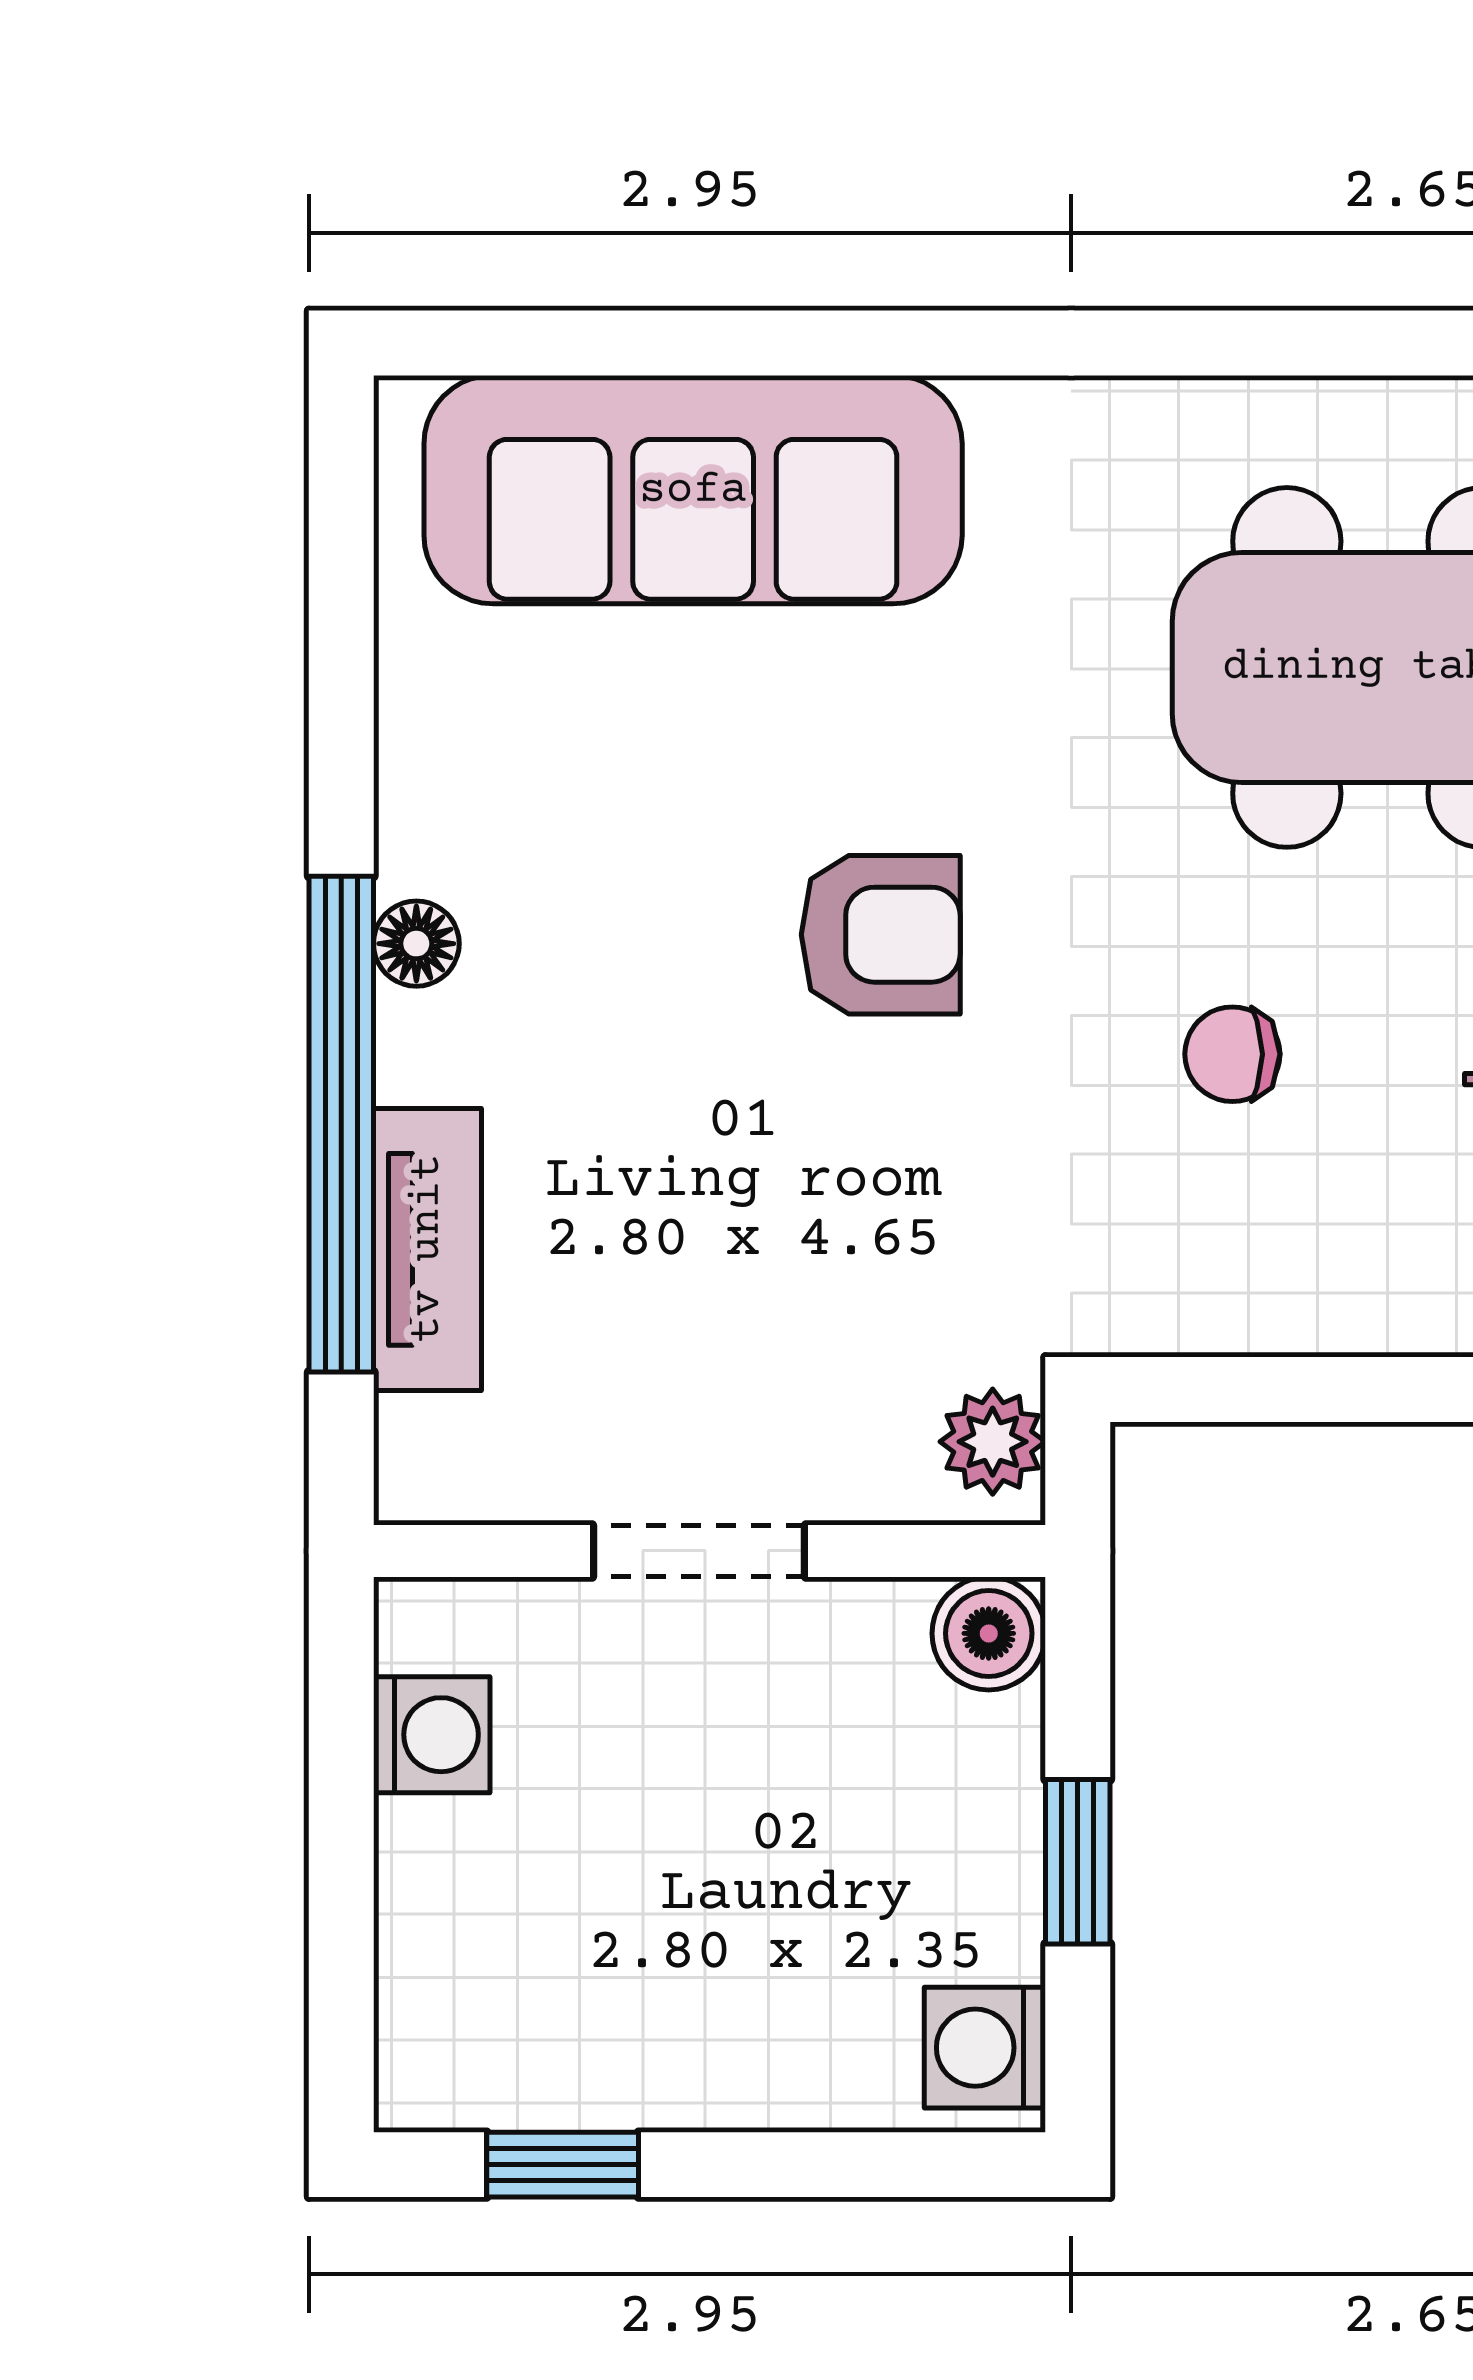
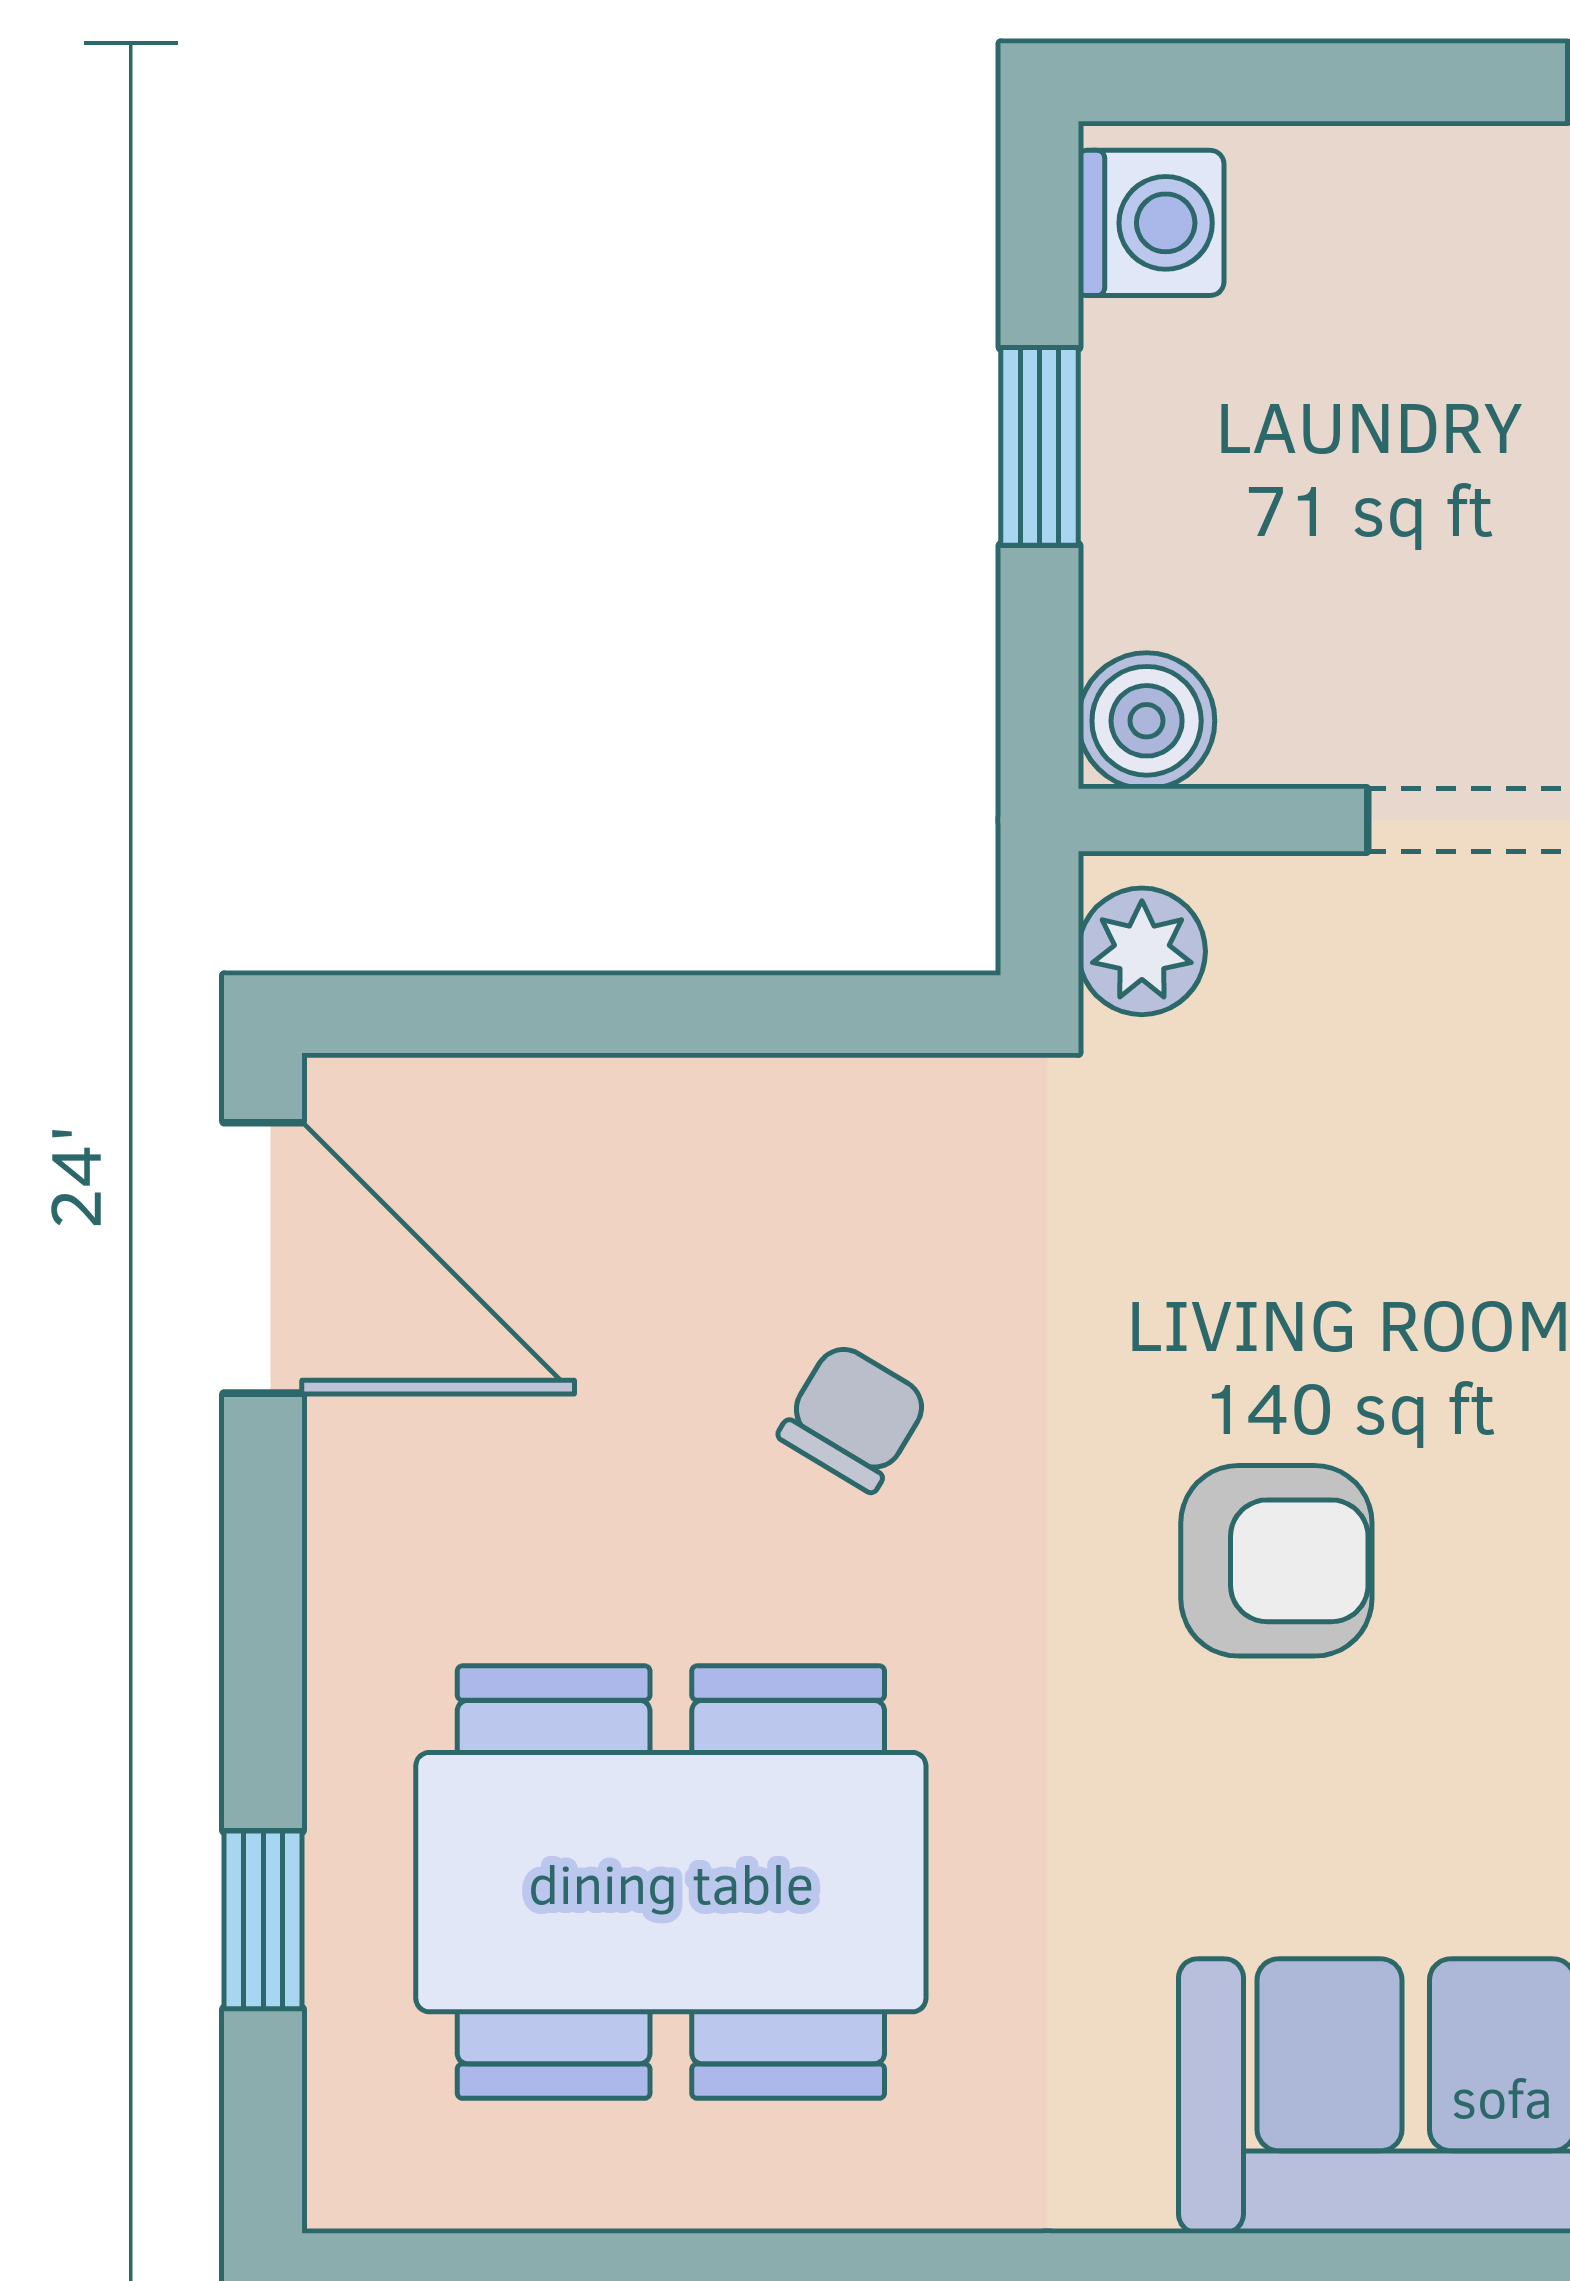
armchair: (881, 935) -> (1276, 1561), turned 180
chair: (1232, 1054) -> (854, 1417), turned -59

